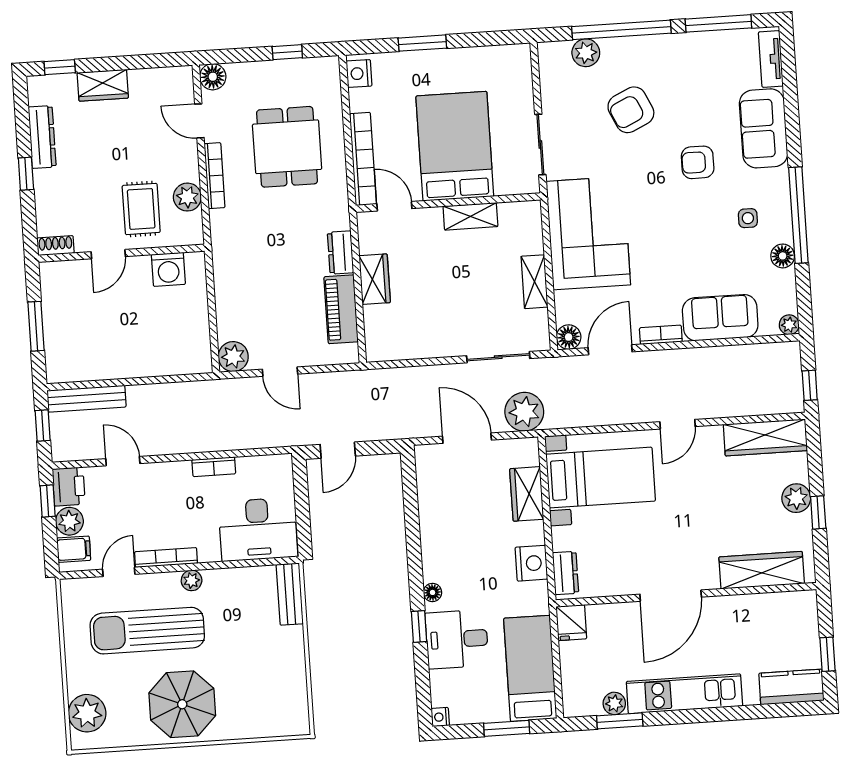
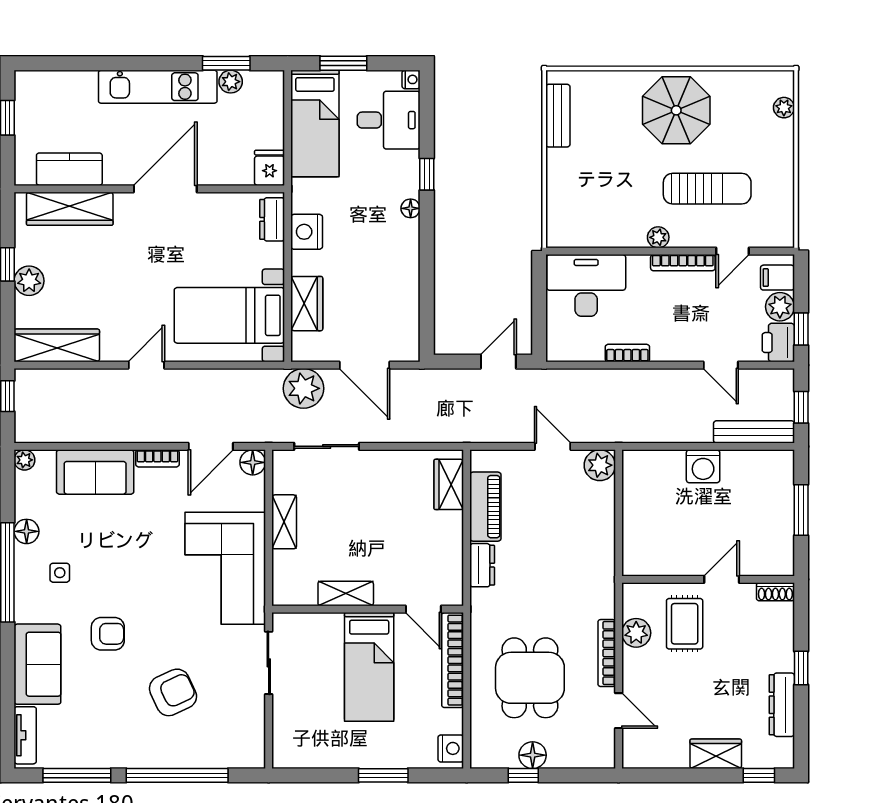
plant: (586, 53) -> (216, 754), removed
floor lamp: (213, 77) -> (533, 755), moved
bed: (455, 146) -> (369, 667), width x0.67
washing machine: (168, 269) -> (703, 466), moved, turned 180
wardrobe: (375, 279) -> (449, 484), moved
bench: (290, 594) -> (558, 116), moved
sun lounger: (147, 631) -> (707, 189), width x0.73, depth x0.75
desk: (457, 639) -> (389, 120), moved
kitchen counter: (791, 687) -> (69, 169), moved, turned 180
plant: (87, 713) -> (784, 108), width x0.53, depth x0.53

